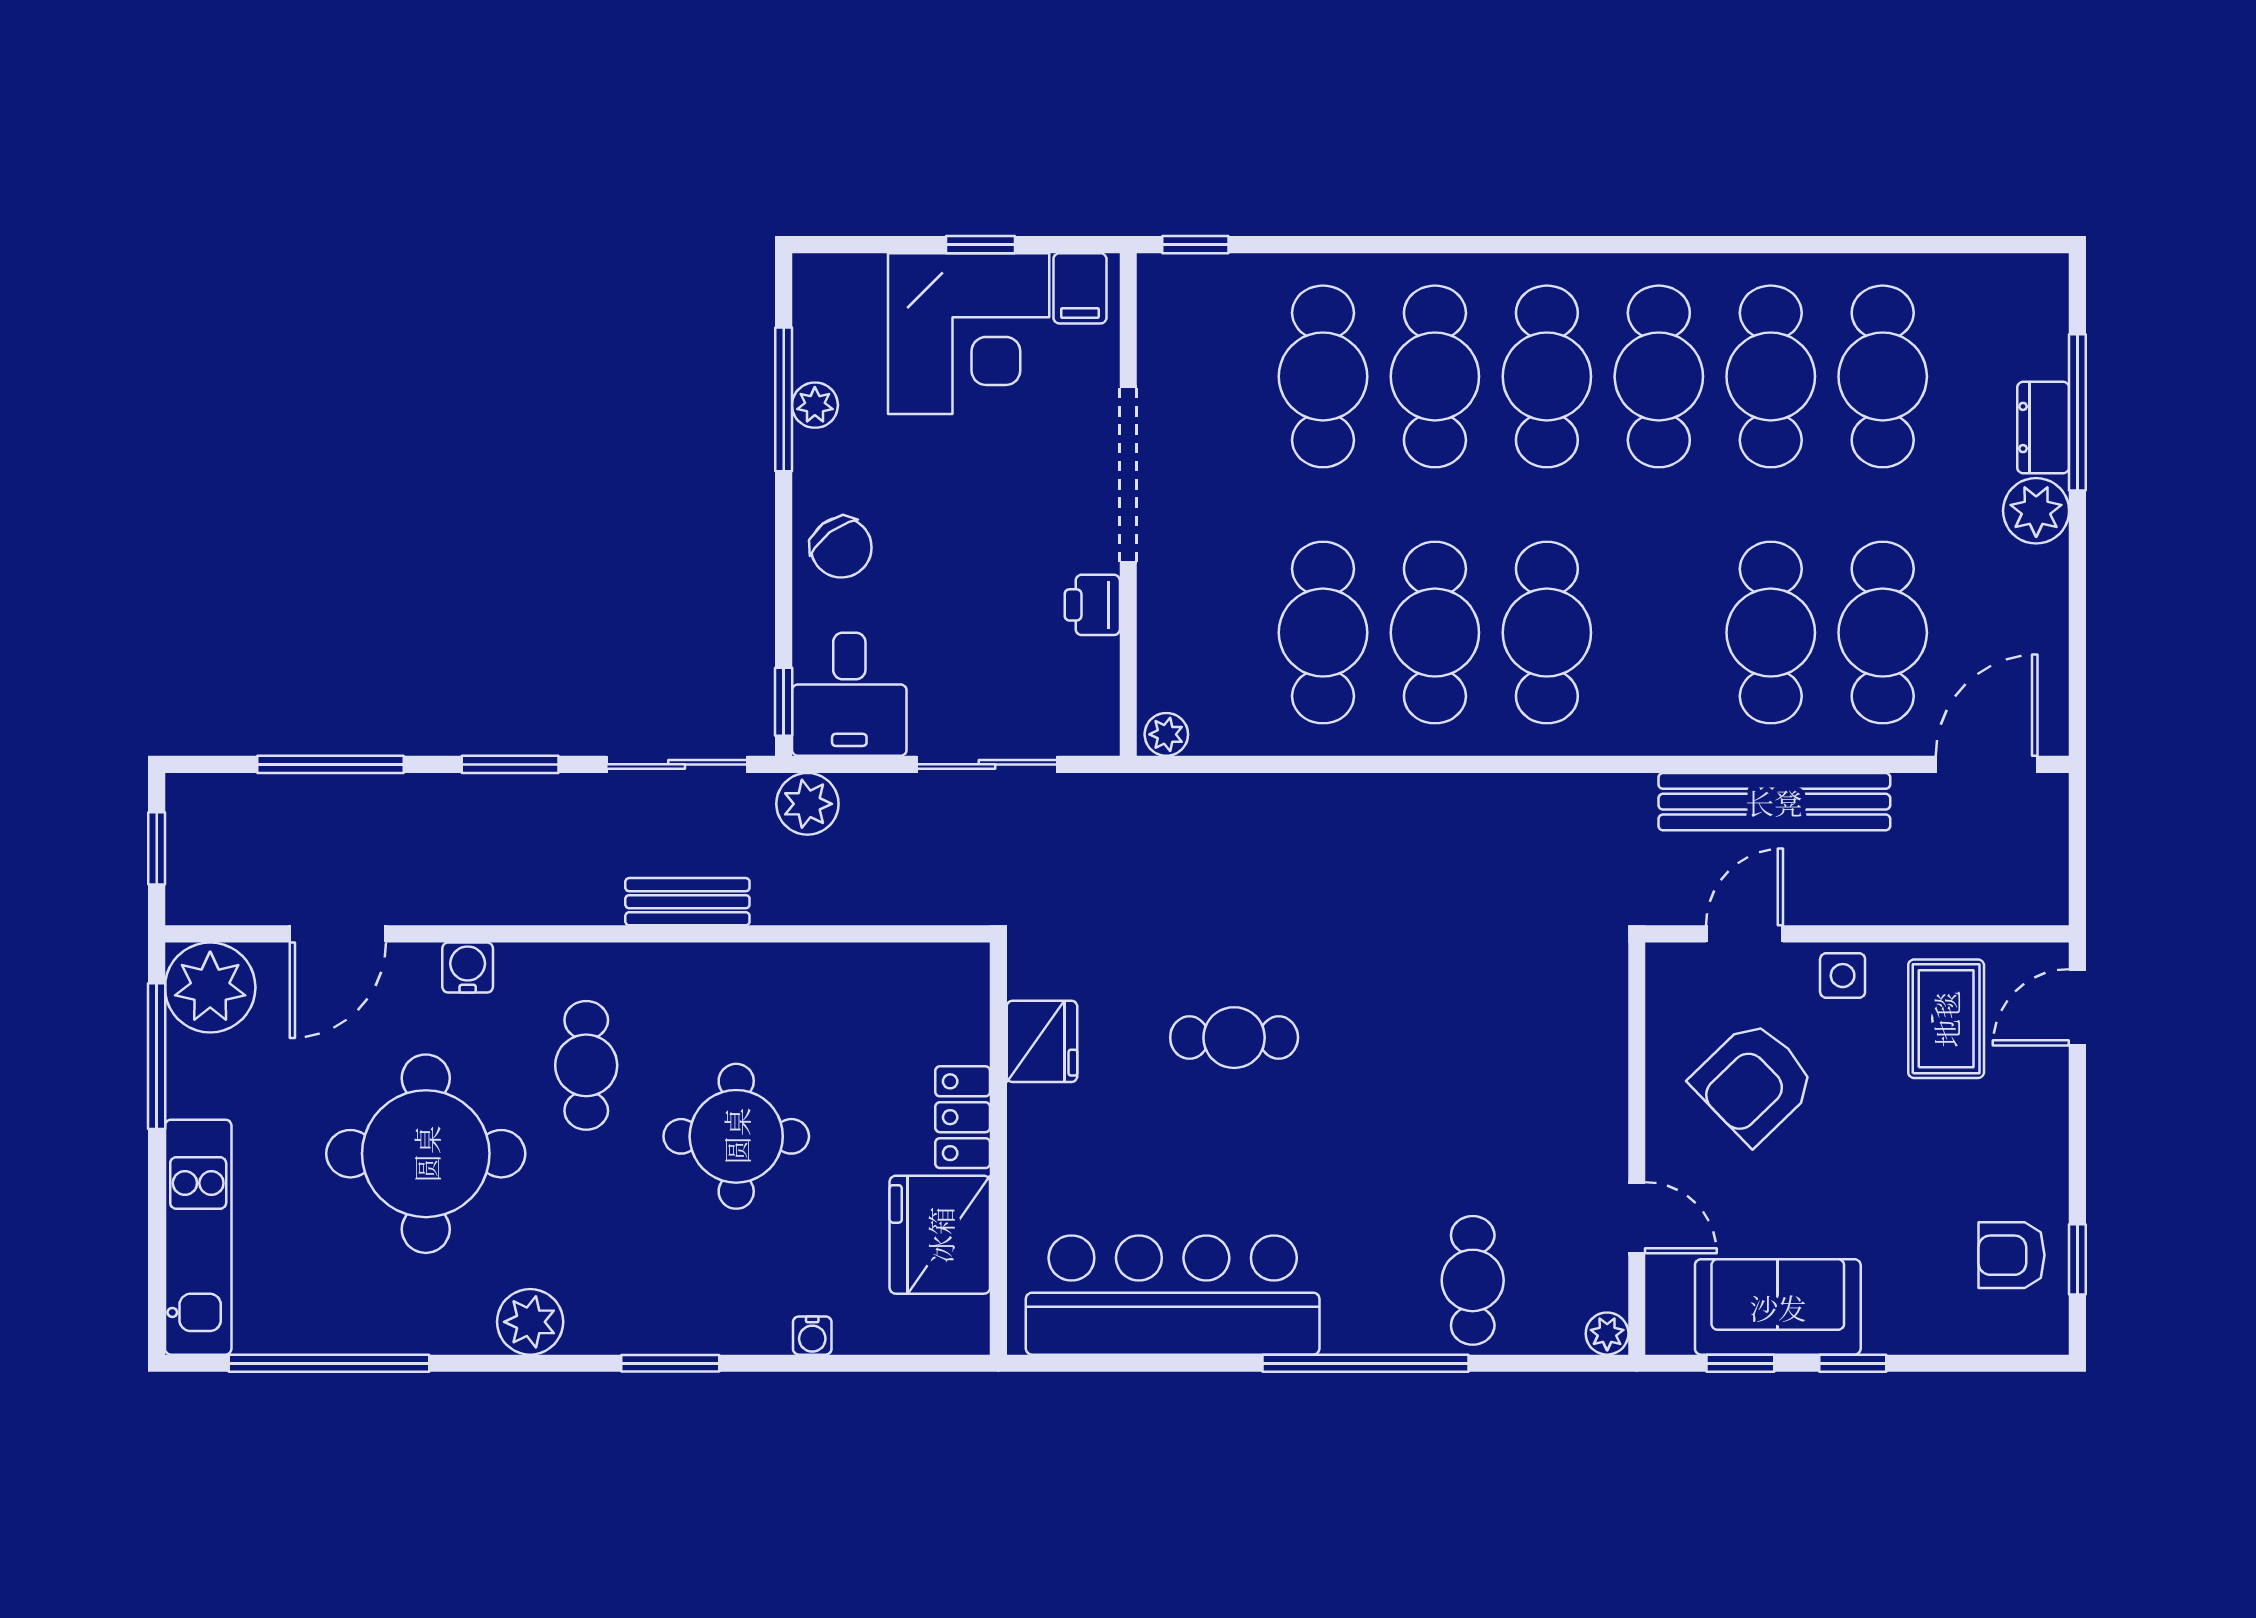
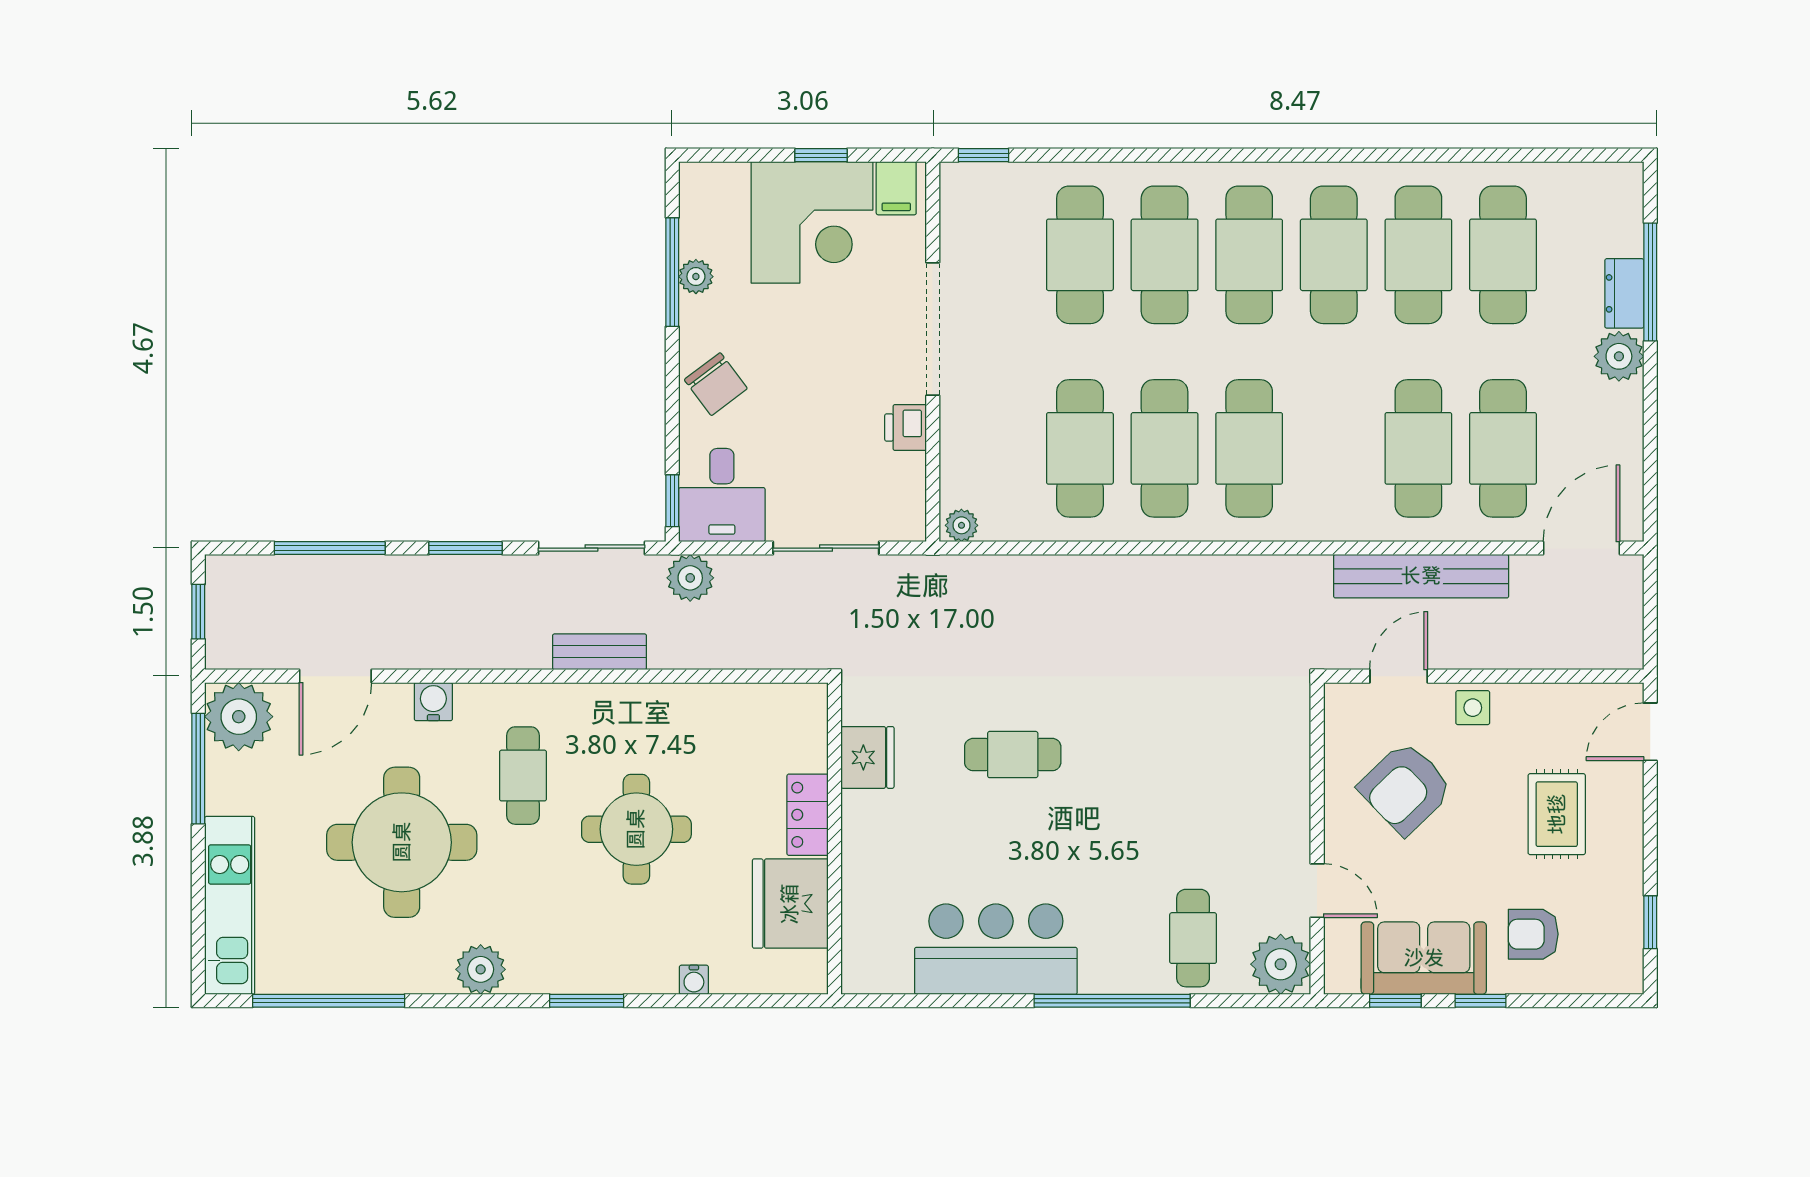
rug: (1946, 1019) -> (1557, 814), moved
armchair: (2012, 1255) -> (1533, 934), moved
bar counter: (1173, 1295) -> (996, 949), width x0.73
plant: (1607, 1334) -> (1281, 964), width x1.87, depth x1.87

